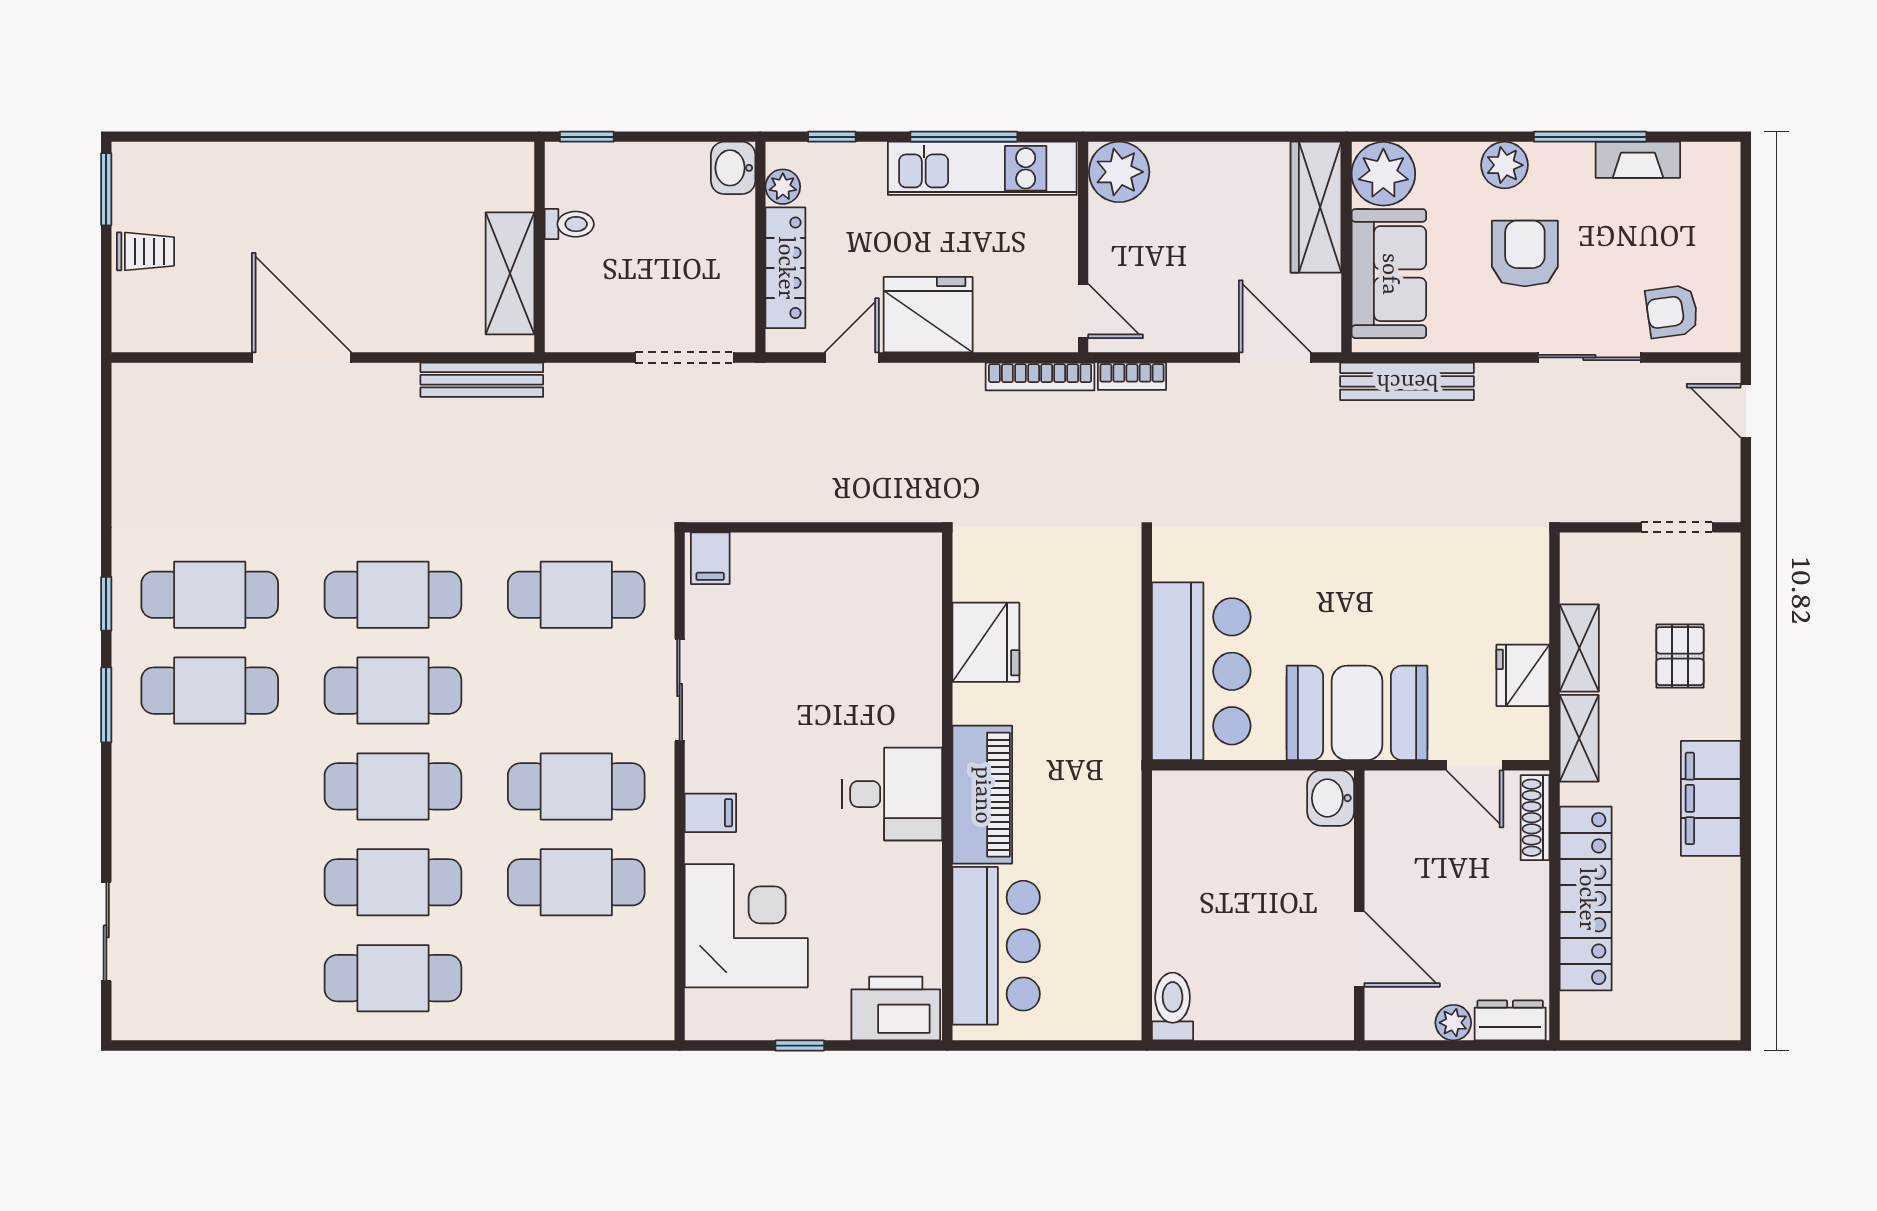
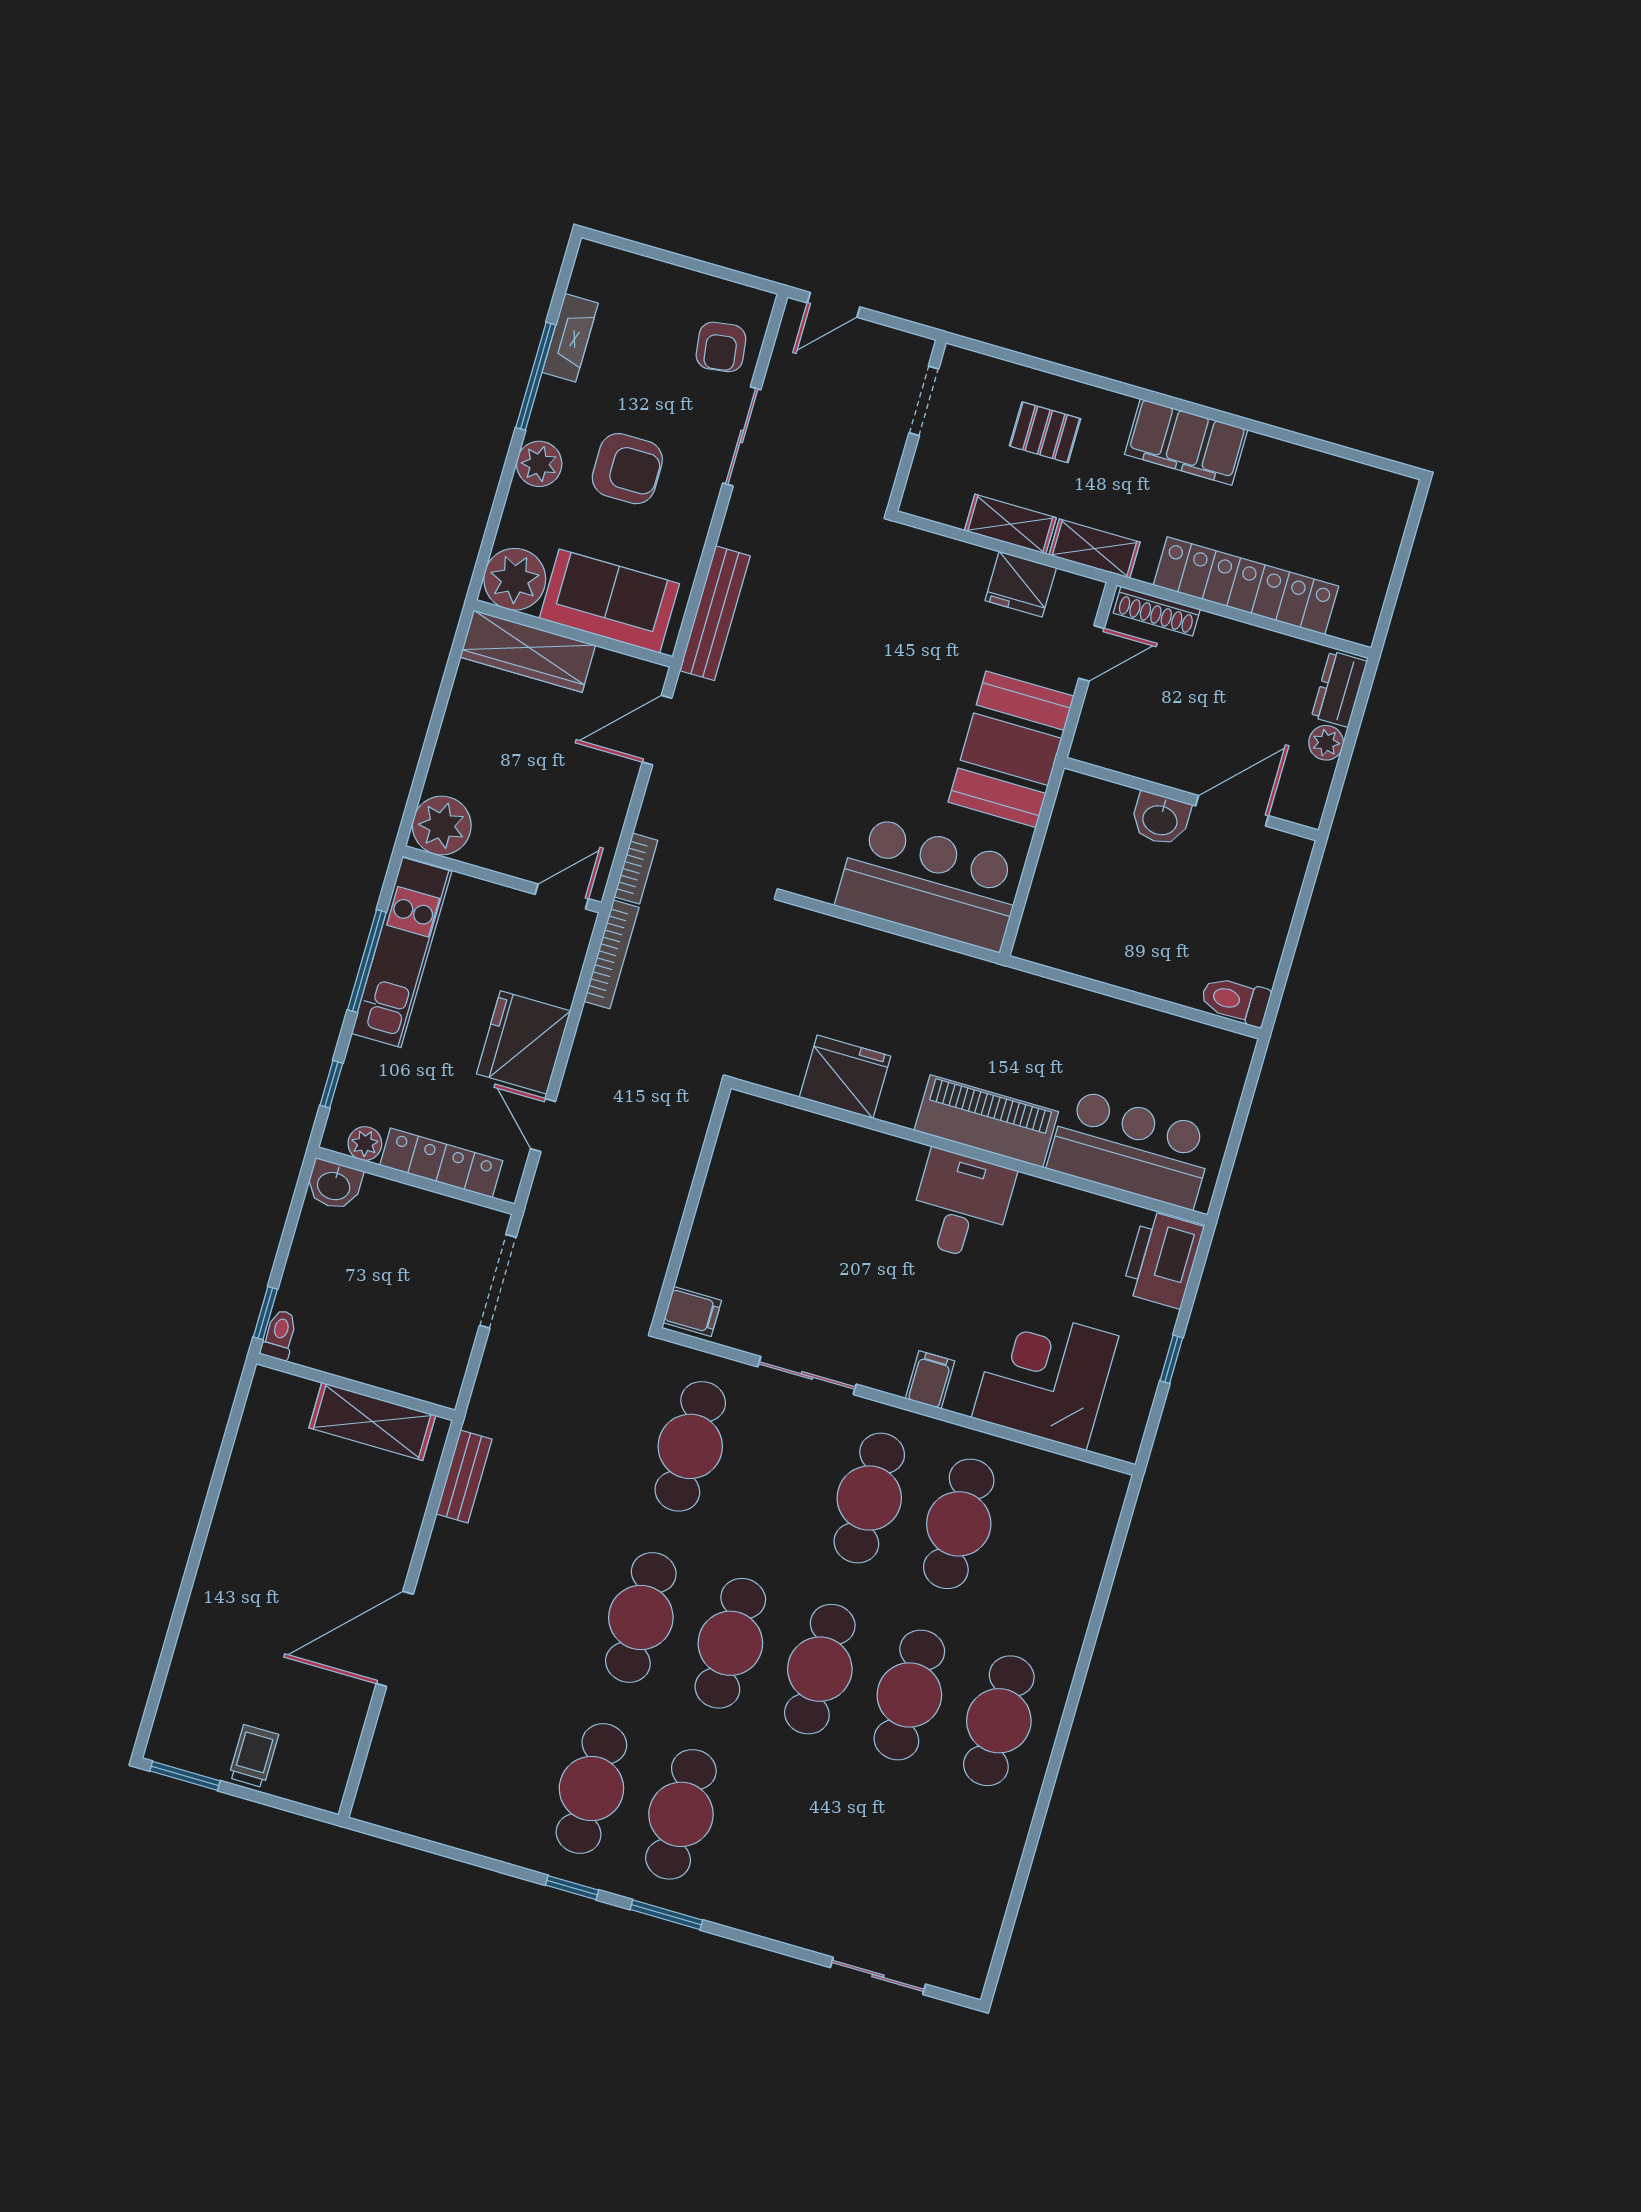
toilet: (569, 224) -> (279, 1335), moved
armchair: (1525, 254) -> (627, 469), turned 180
bench: (482, 380) -> (464, 1477), width x0.73
washbasin: (1331, 798) -> (1160, 819), moved

